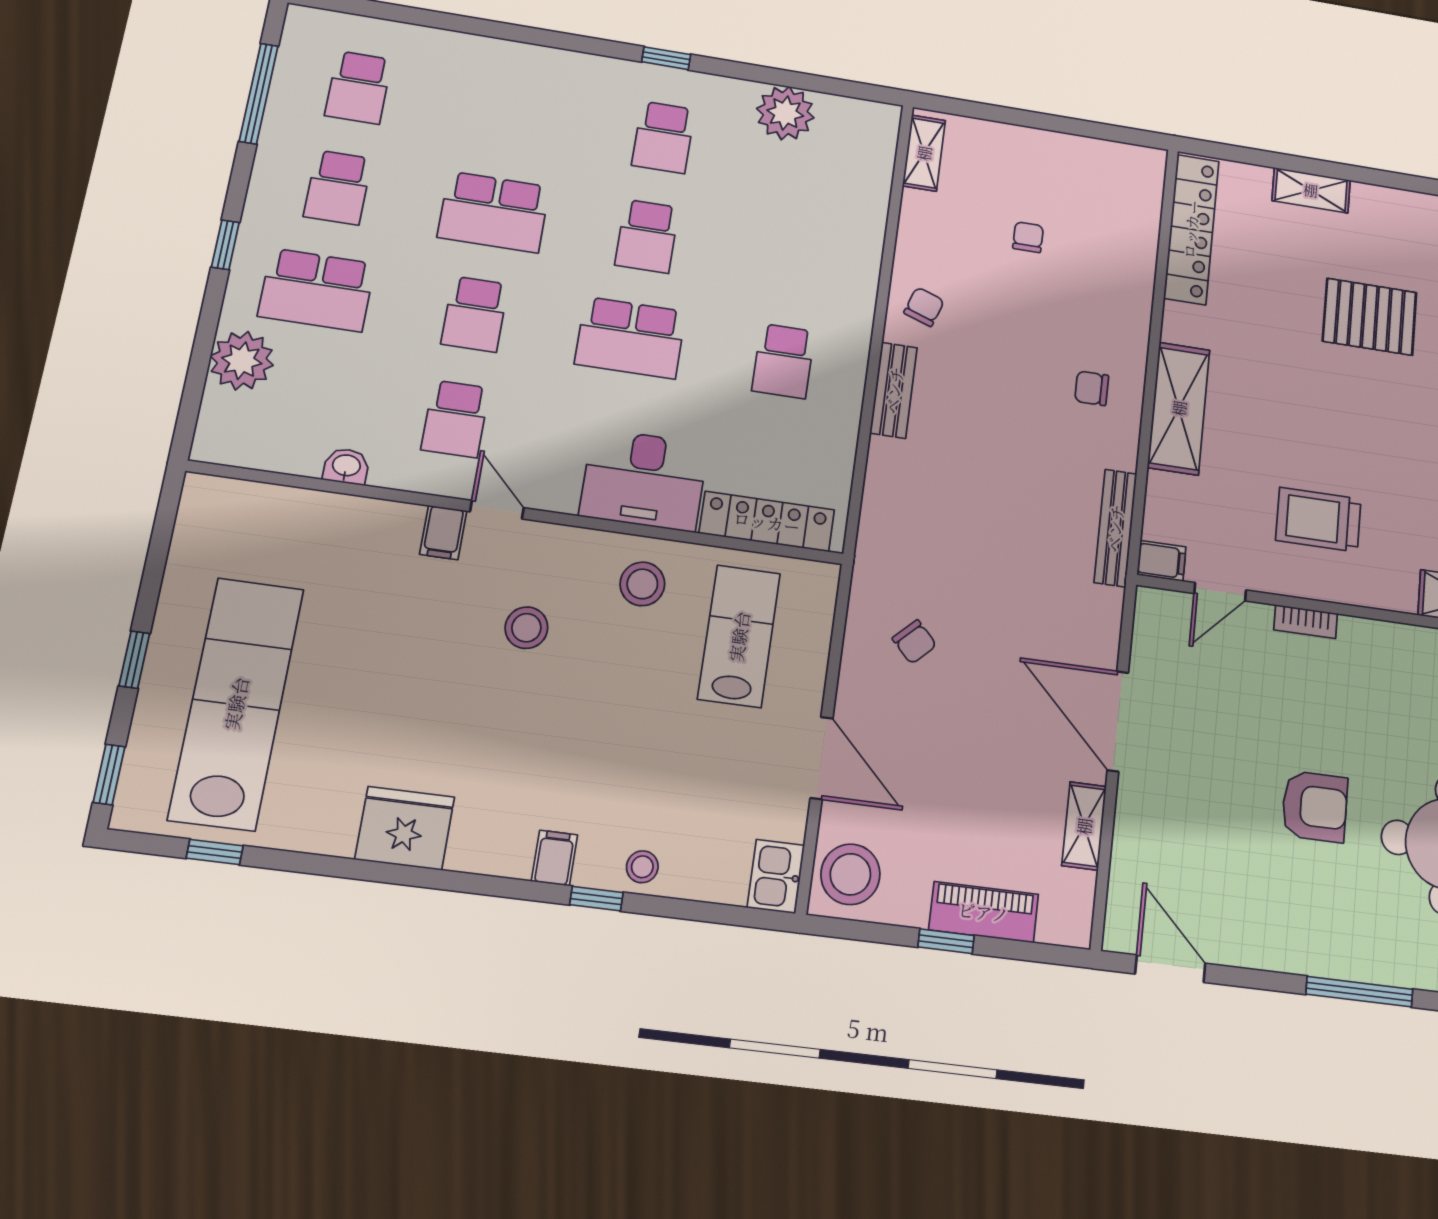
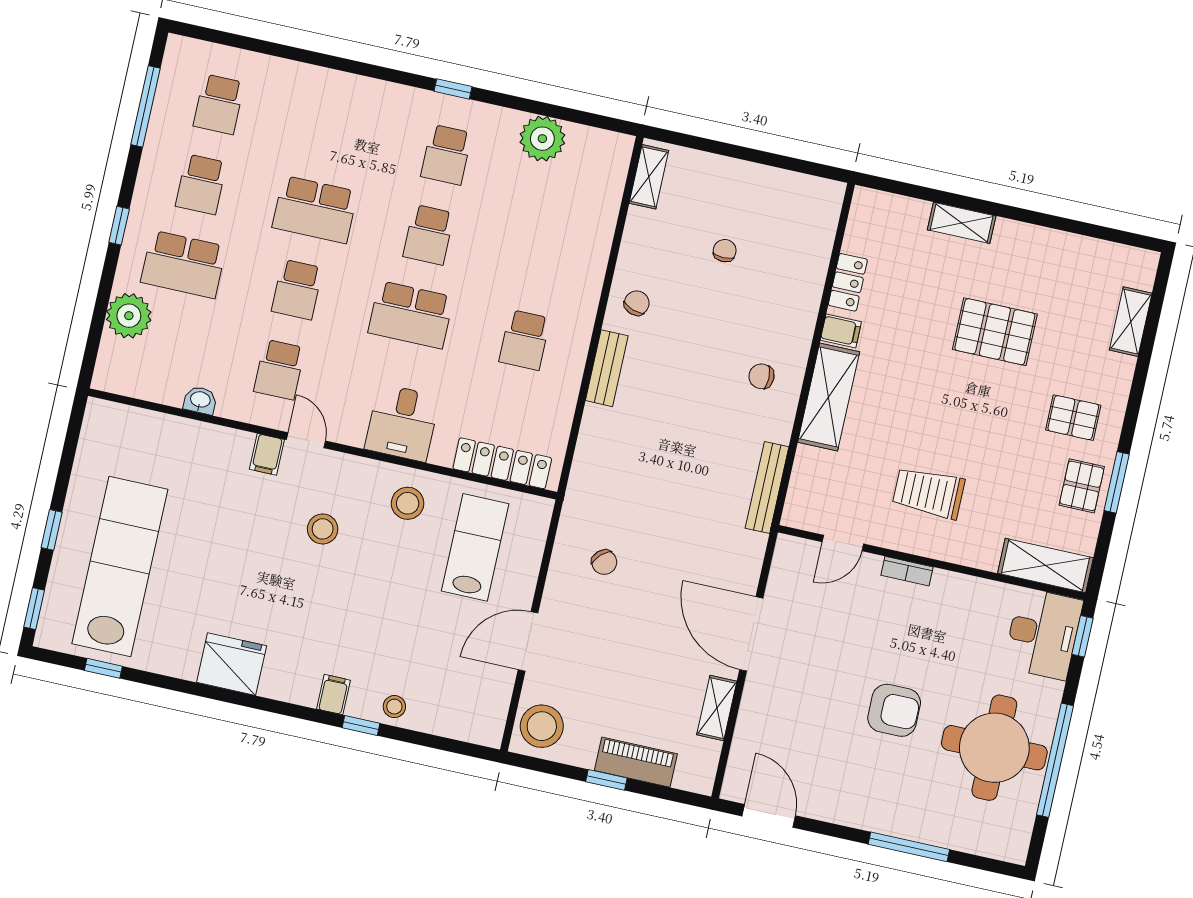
locker: (1191, 229) -> (848, 282), width x0.46, depth x0.83
desk: (644, 480) -> (402, 423), width x0.73
filing cabinet: (1162, 561) -> (841, 331), moved
door: (822, 758) -> (528, 641), swing flipped
kitchen sink: (776, 876) -> (488, 722), removed

